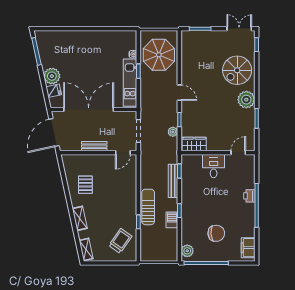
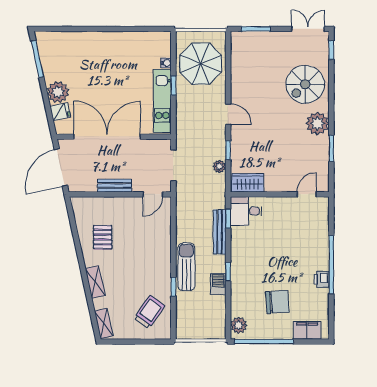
desk: (214, 166) -> (246, 211), moved, turned -90
printer: (249, 196) -> (322, 279), moved
filing cabinet: (248, 248) -> (307, 330), moved, turned 90

